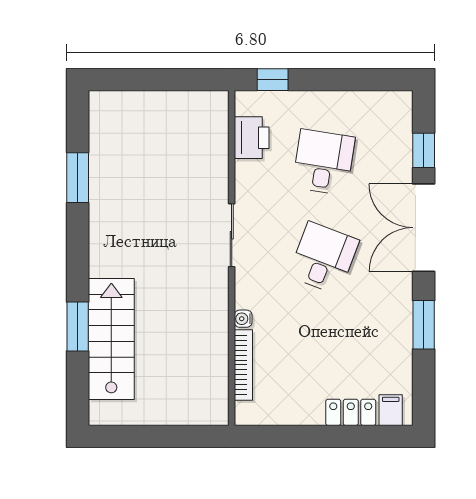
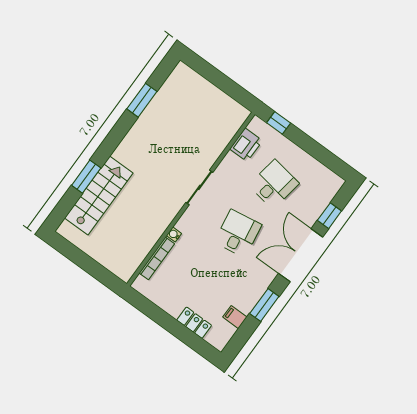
desk: (324, 258) -> (238, 233), turned -30
filing cabinet: (391, 410) -> (235, 317), moved, turned -90

